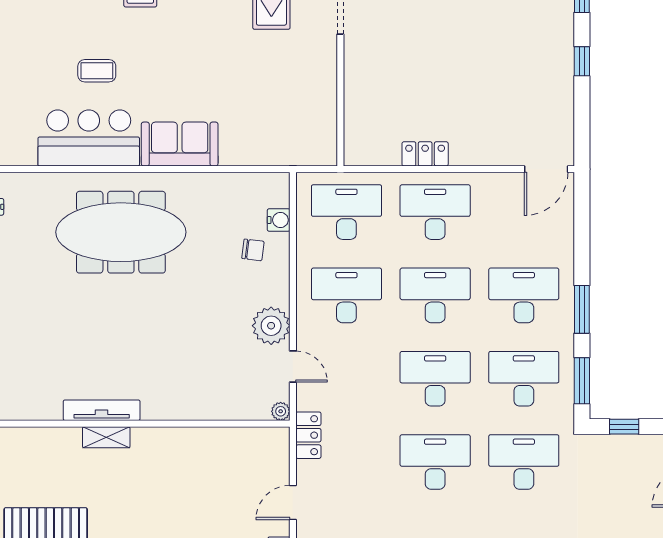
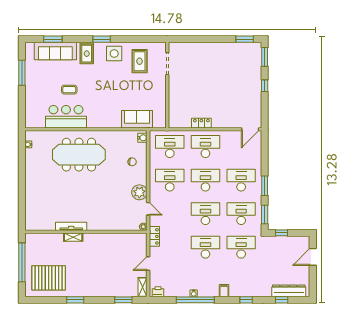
sofa: (180, 144) -> (137, 119), moved
water cooler: (279, 220) -> (142, 138), moved

